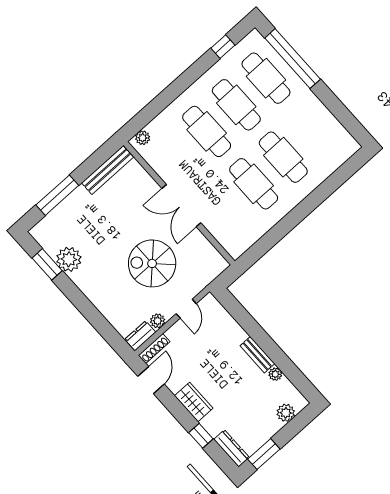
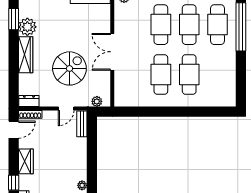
spiral stairs: (152, 263) -> (69, 68), turned 90
wardrobe: (93, 290) -> (26, 55), added
plant: (158, 321) -> (97, 101), moved
bench: (257, 355) -> (82, 124), moved

